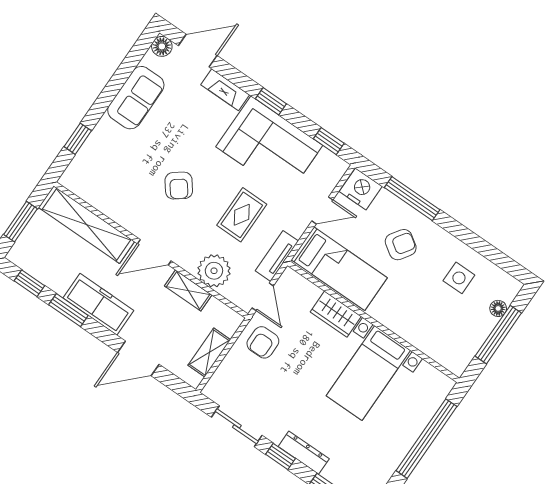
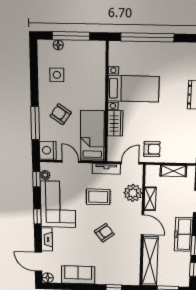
plant: (327, 159) -> (45, 175), added

